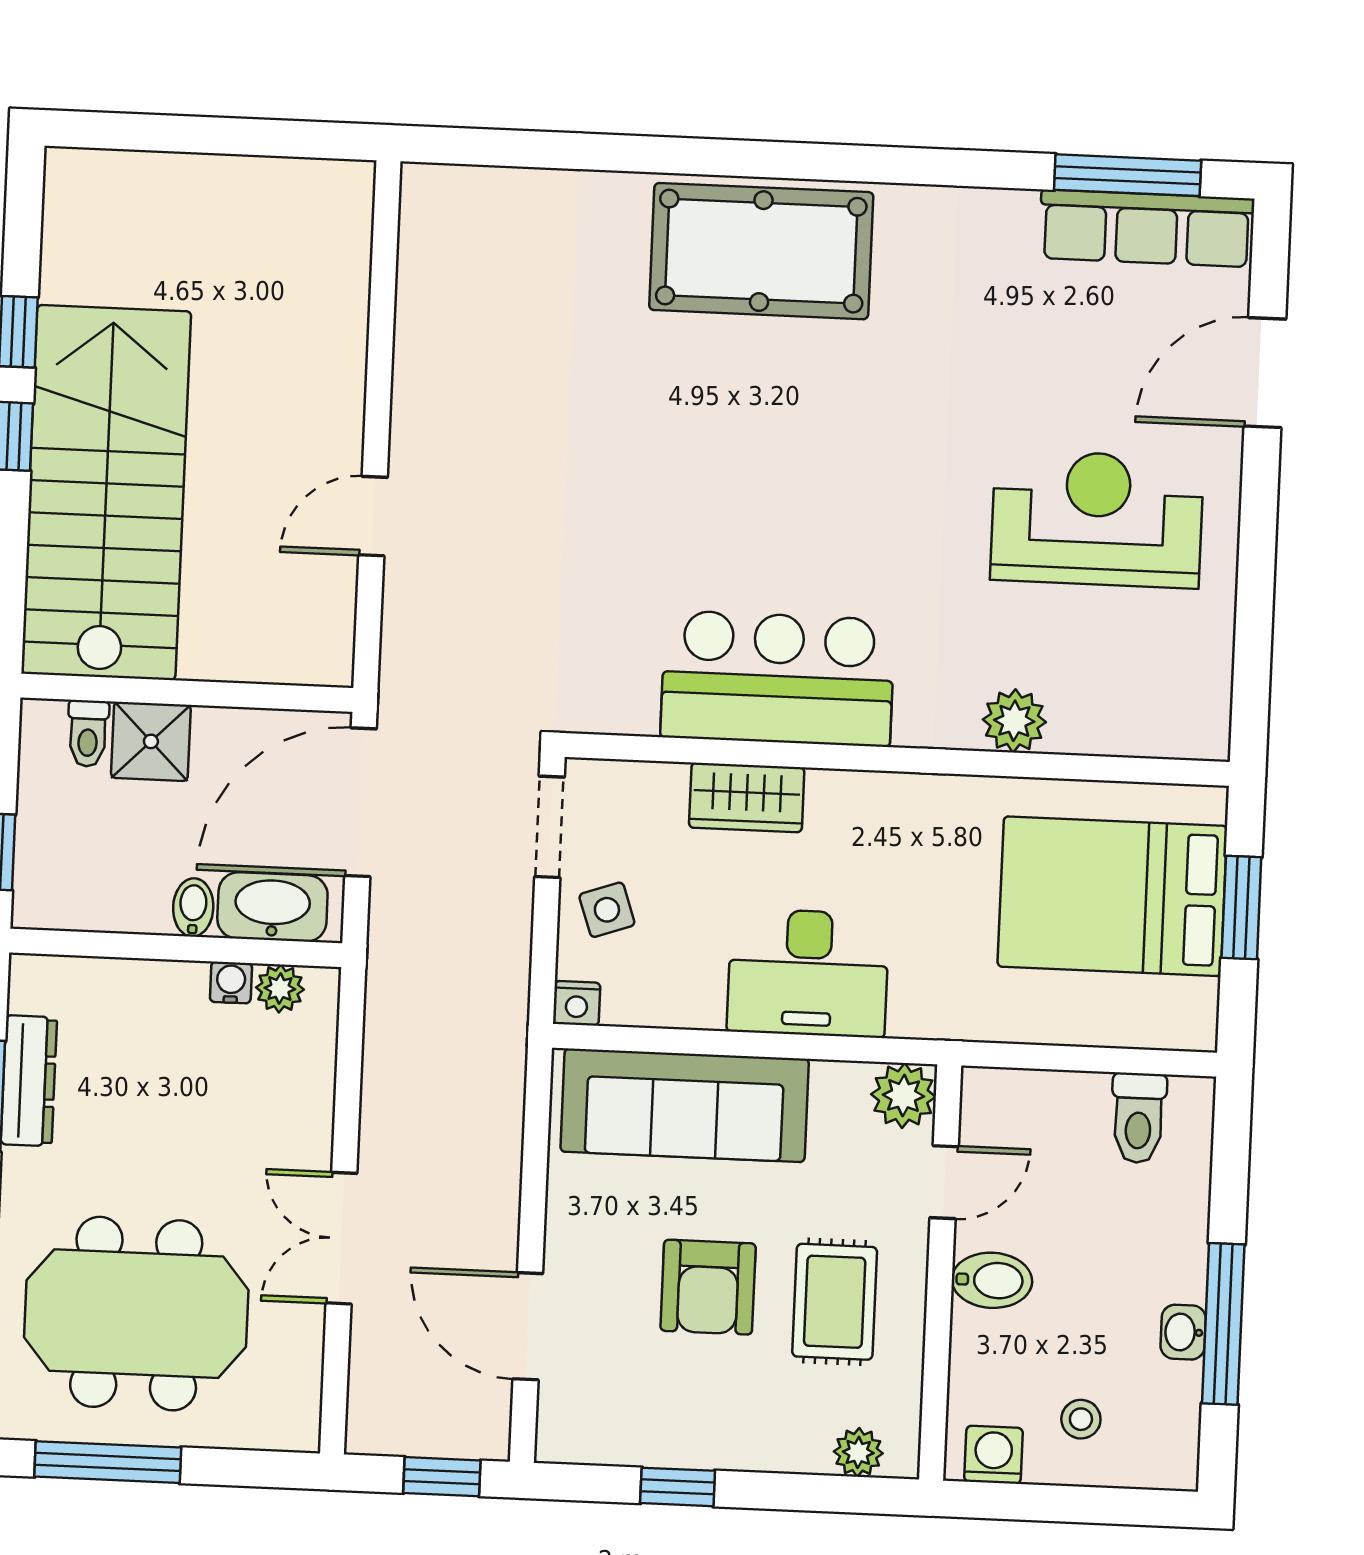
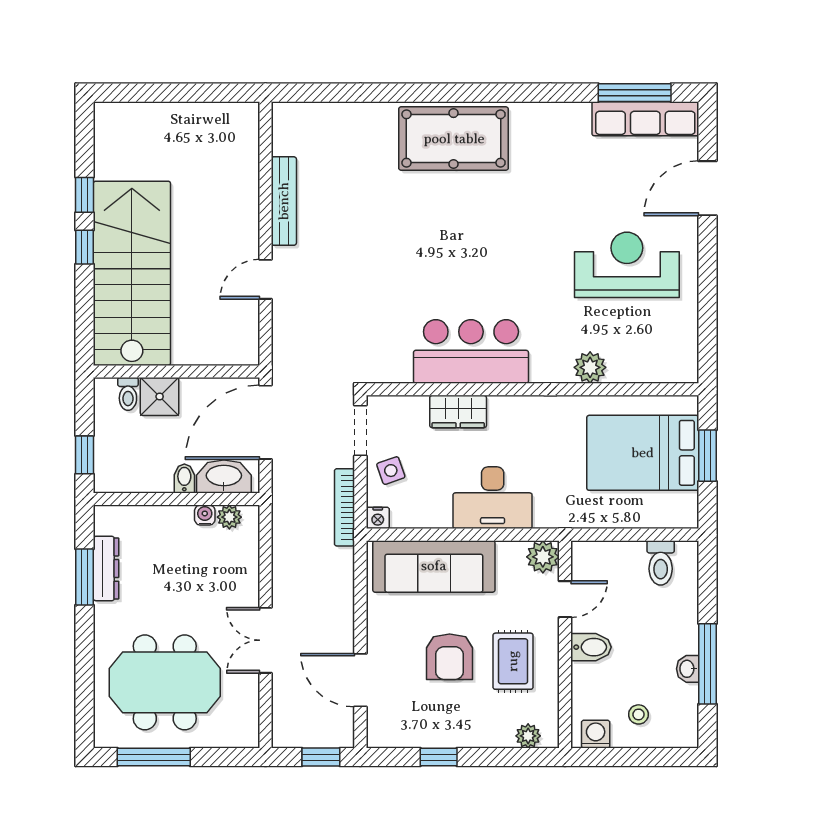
bench: (416, 361) -> (284, 201), added
bookcase: (511, 979) -> (345, 507), added

